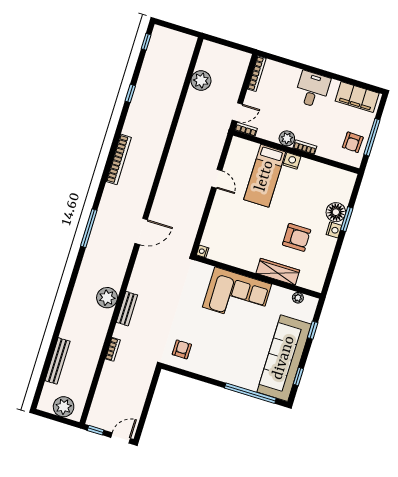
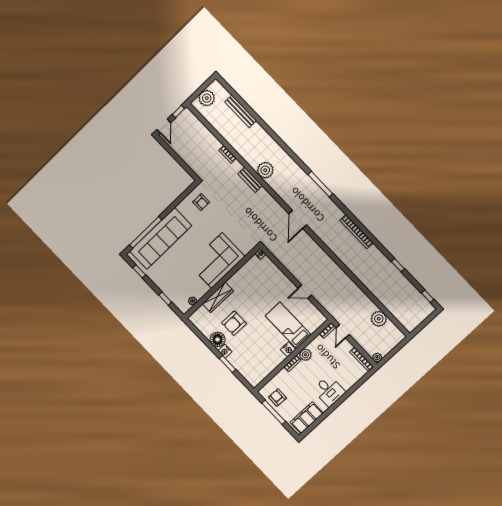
plant: (245, 58) -> (377, 357), added
floor lamp: (336, 212) -> (218, 340), moved
sofa: (284, 358) -> (161, 238), moved, turned 90

